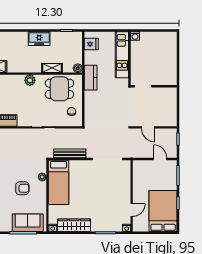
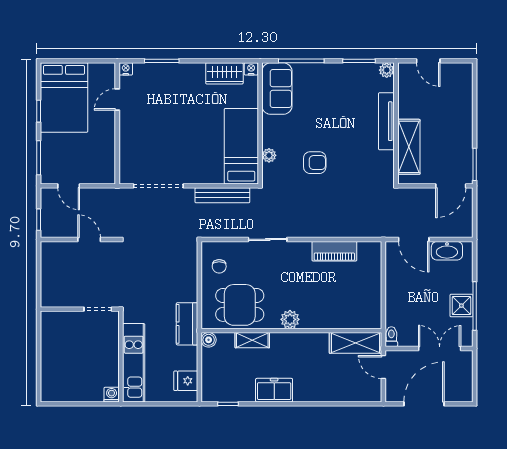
armchair: (22, 188) -> (315, 163), moved, turned 180
sofa: (28, 223) -> (277, 89), moved, turned -90
wardrobe: (74, 225) -> (224, 73), width x0.67

